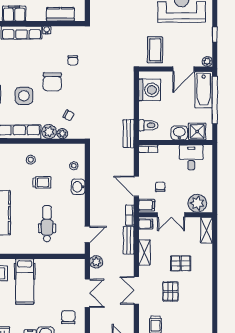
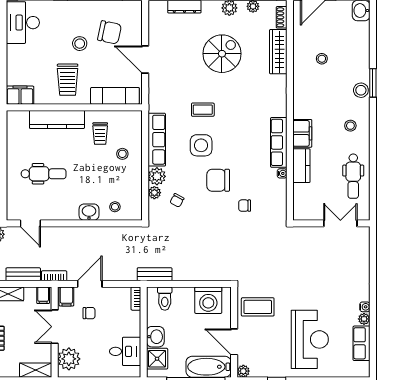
kitchen counter: (60, 14) -> (301, 166), moved
trolley: (42, 182) -> (100, 134), moved

